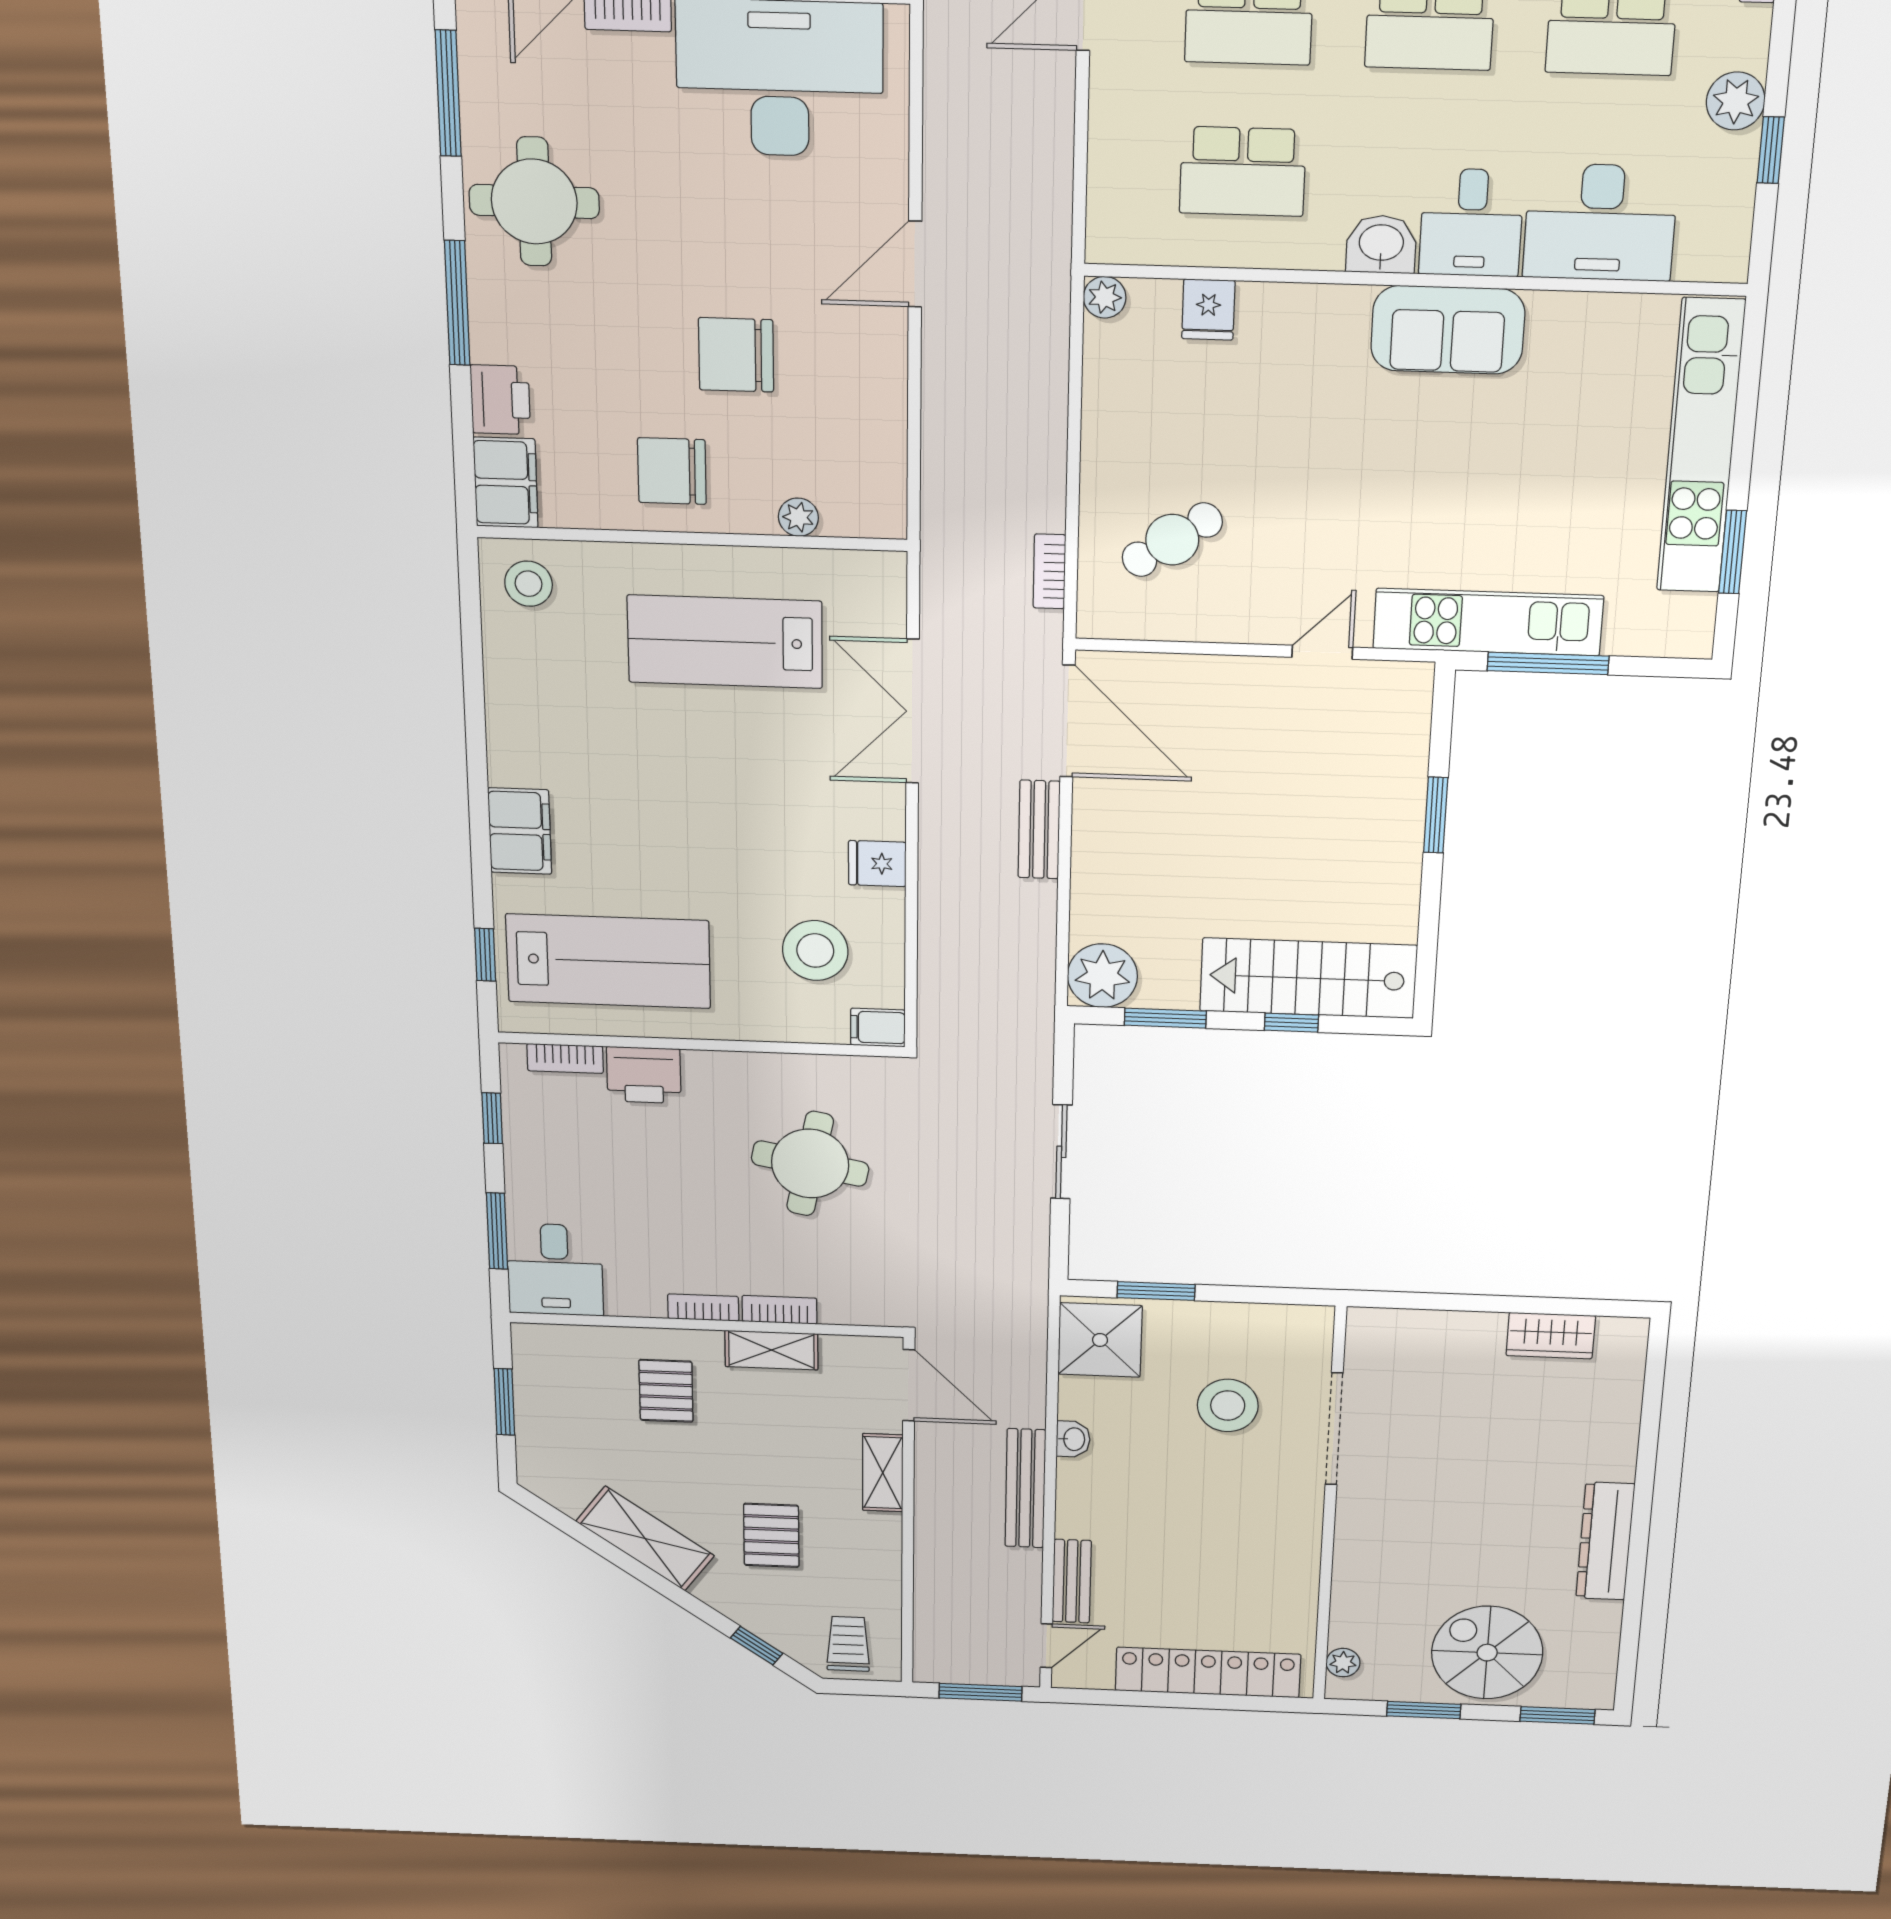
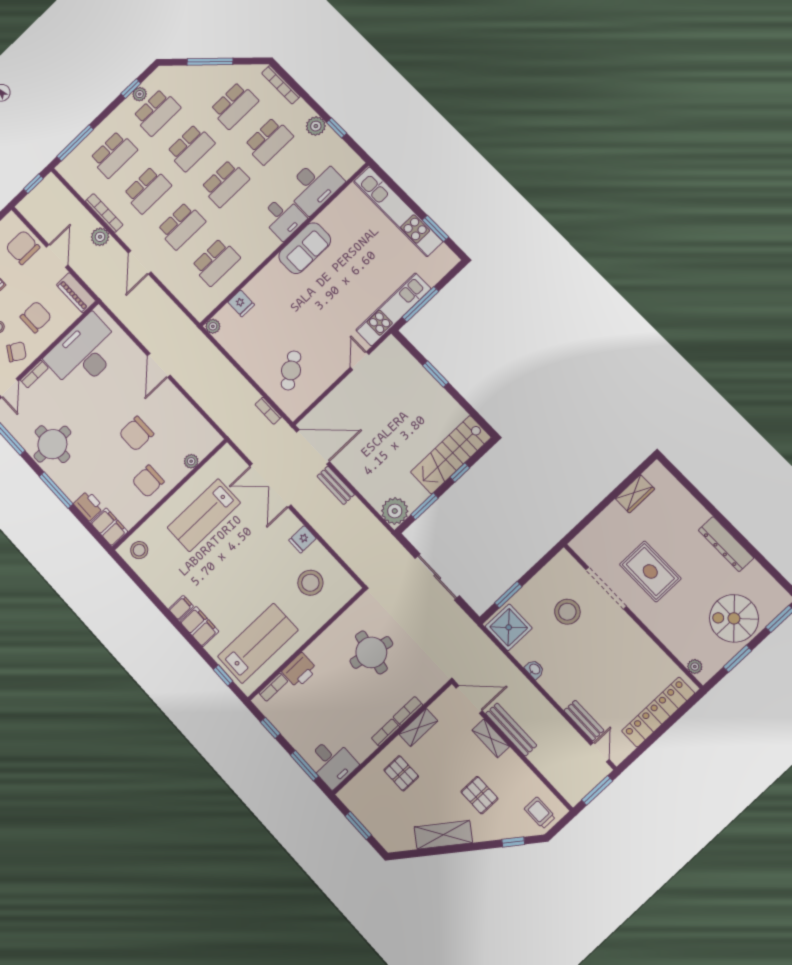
washbasin: (1381, 244) -> (267, 245), removed
filing cabinet: (878, 1027) -> (181, 608), moved, turned 180
sliding door: (1061, 1152) -> (437, 577), width x1.37
rug: (1436, 1470) -> (650, 571), added
bench: (1025, 1488) -> (511, 730), moved

